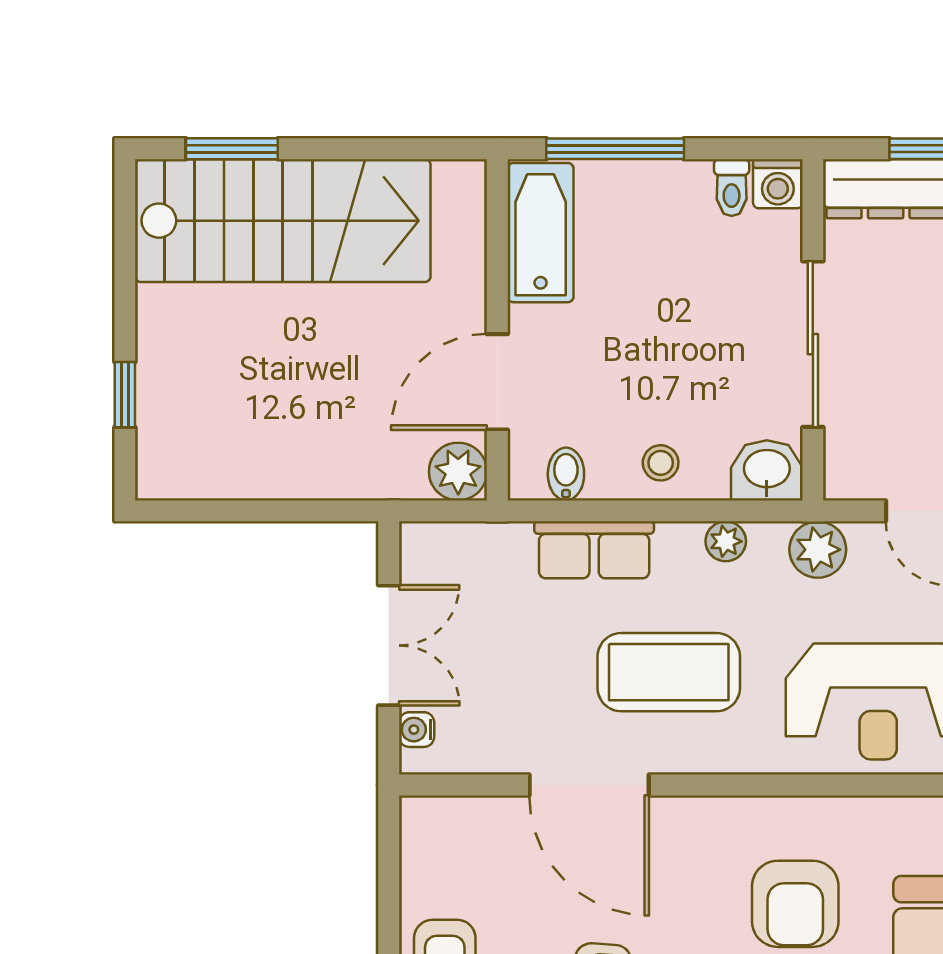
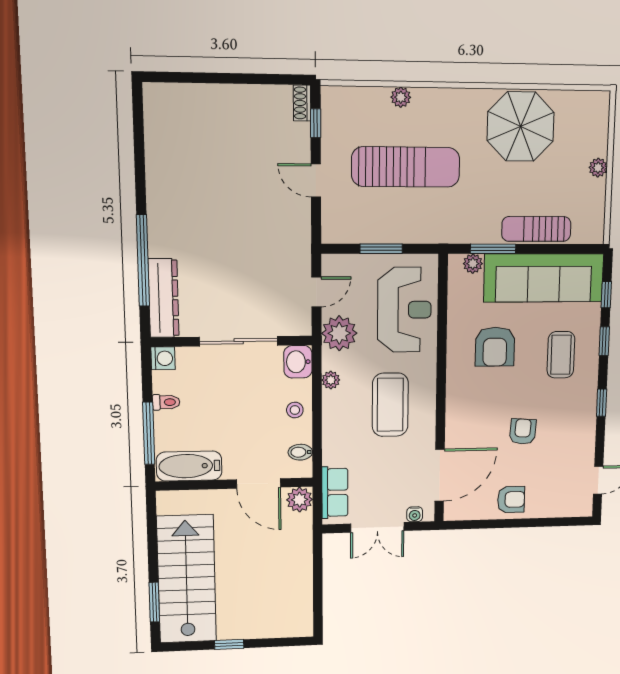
toilet: (732, 188) -> (166, 402), moved
window: (125, 395) -> (229, 644), moved
row of seats: (594, 550) -> (335, 492), moved
plant: (818, 550) -> (339, 333), width x1.36, depth x1.36
double door: (389, 645) -> (377, 527), swing flipped
door: (589, 785) -> (440, 475), moved
armchair: (795, 904) -> (495, 347), turned 90

